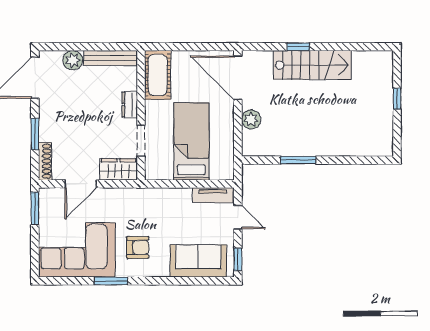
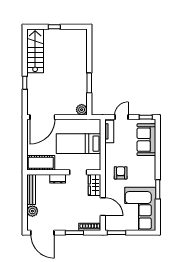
stairs: (312, 65) -> (35, 51), moved
plant: (251, 119) -> (82, 110), moved
armchair: (138, 247) -> (121, 173), moved

